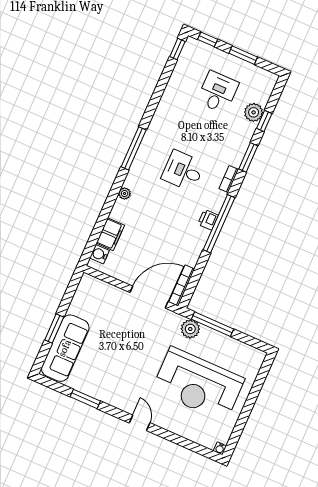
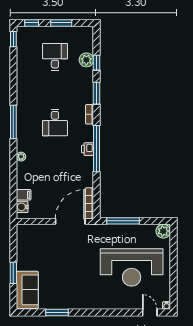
desk: (183, 171) -> (55, 123), turned -90
filing cabinet: (110, 234) -> (24, 195), width x0.50
plant: (190, 329) -> (163, 231), moved
sofa: (65, 348) -> (27, 290), width x0.73
door: (140, 423) -> (150, 313), moved

